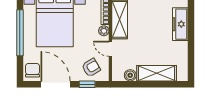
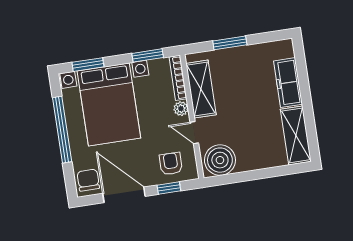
armchair: (91, 68) -> (171, 164), turned -59
shelving: (157, 73) -> (296, 135), moved, turned 90
boiler: (130, 75) -> (220, 160), width x1.86, depth x1.86

